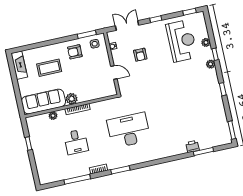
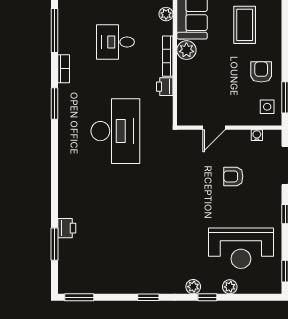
printer: (96, 107) -> (165, 87), added

